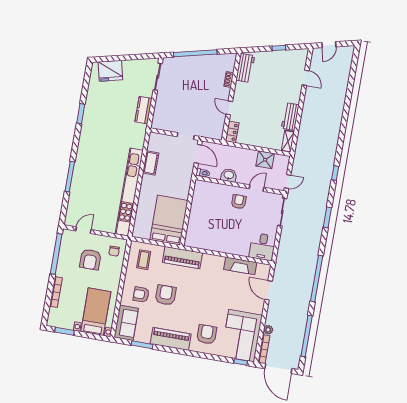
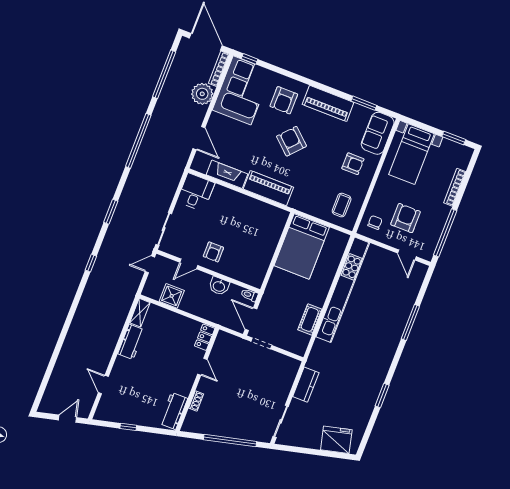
door: (83, 230) -> (407, 255), hinge flipped
piano: (182, 258) -> (268, 188), moved
armchair: (166, 295) -> (291, 141), moved, turned 132
plant: (268, 330) -> (202, 94), width x1.88, depth x1.88

